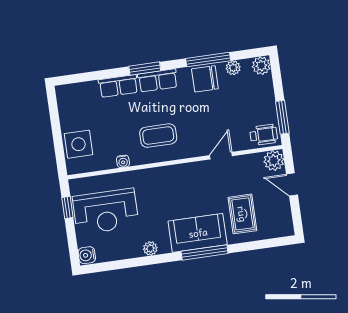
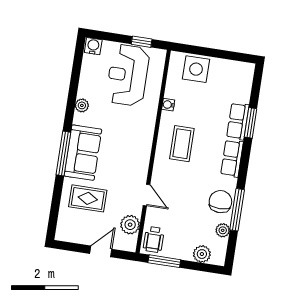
plant: (261, 66) -> (202, 254), moved
window: (145, 69) -> (250, 123), moved
plant: (274, 161) -> (130, 225), moved

